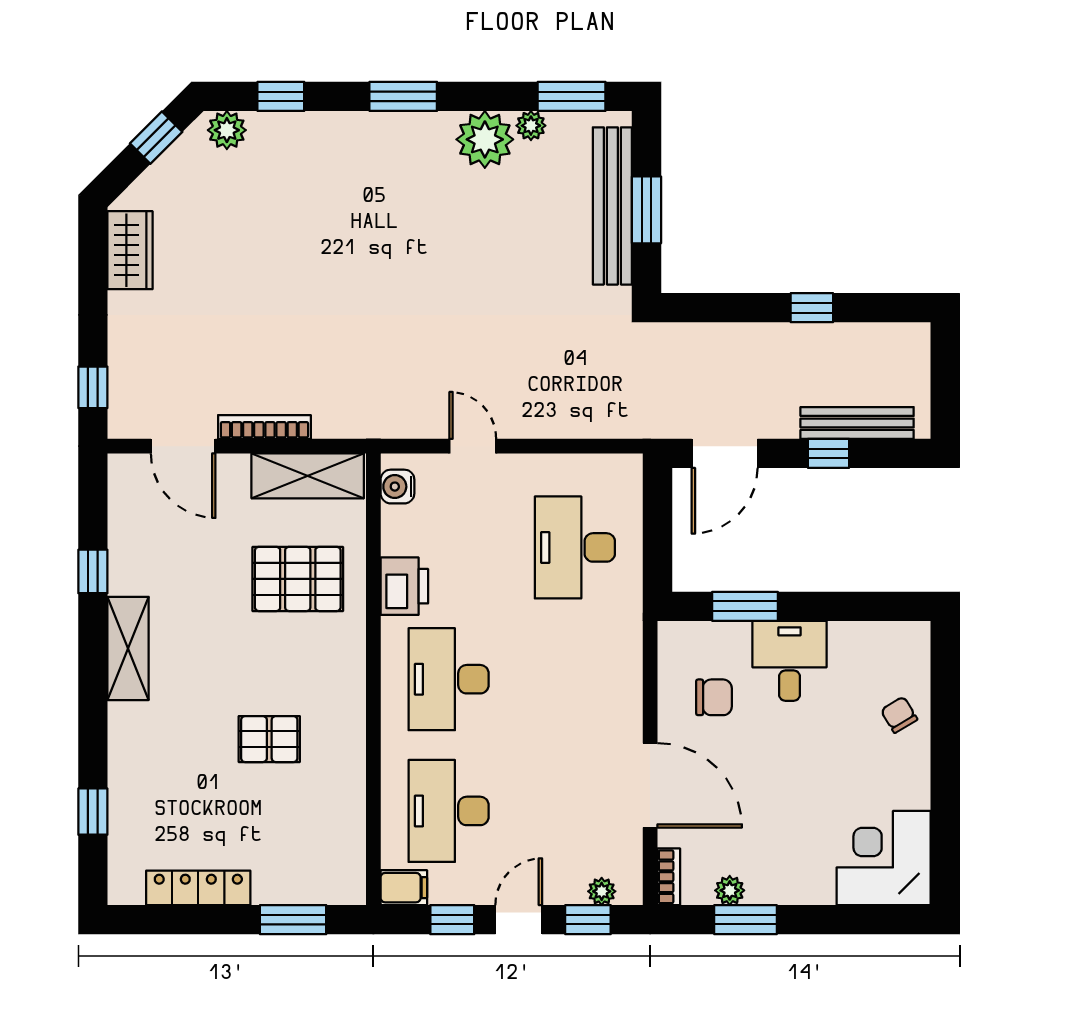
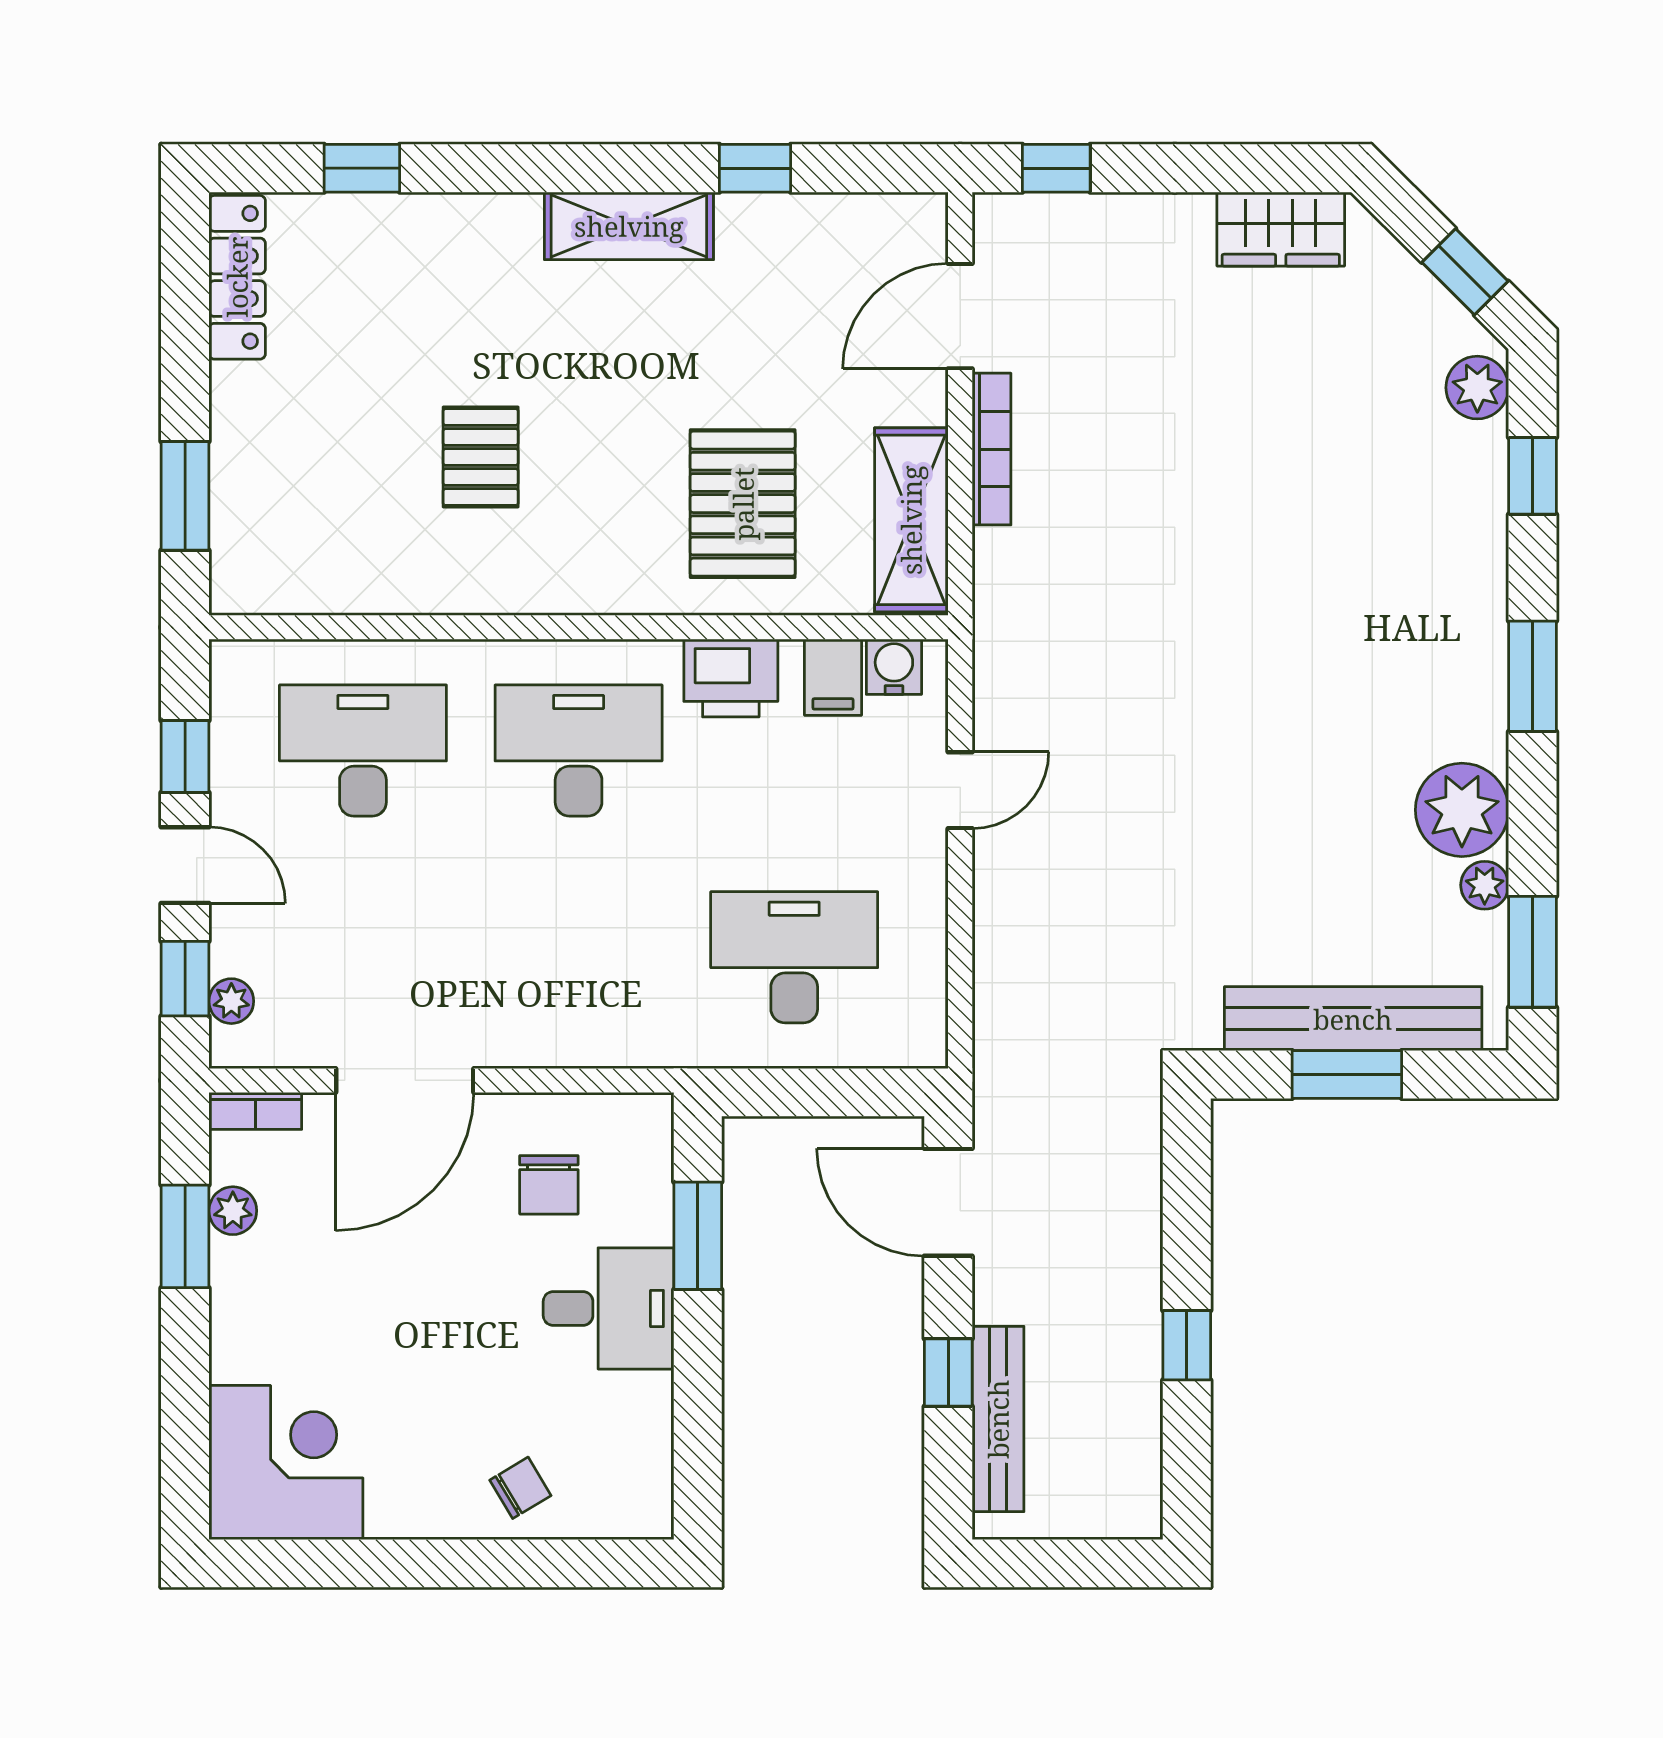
locker: (198, 888) -> (237, 277), moved
filing cabinet: (404, 888) -> (833, 677), moved

